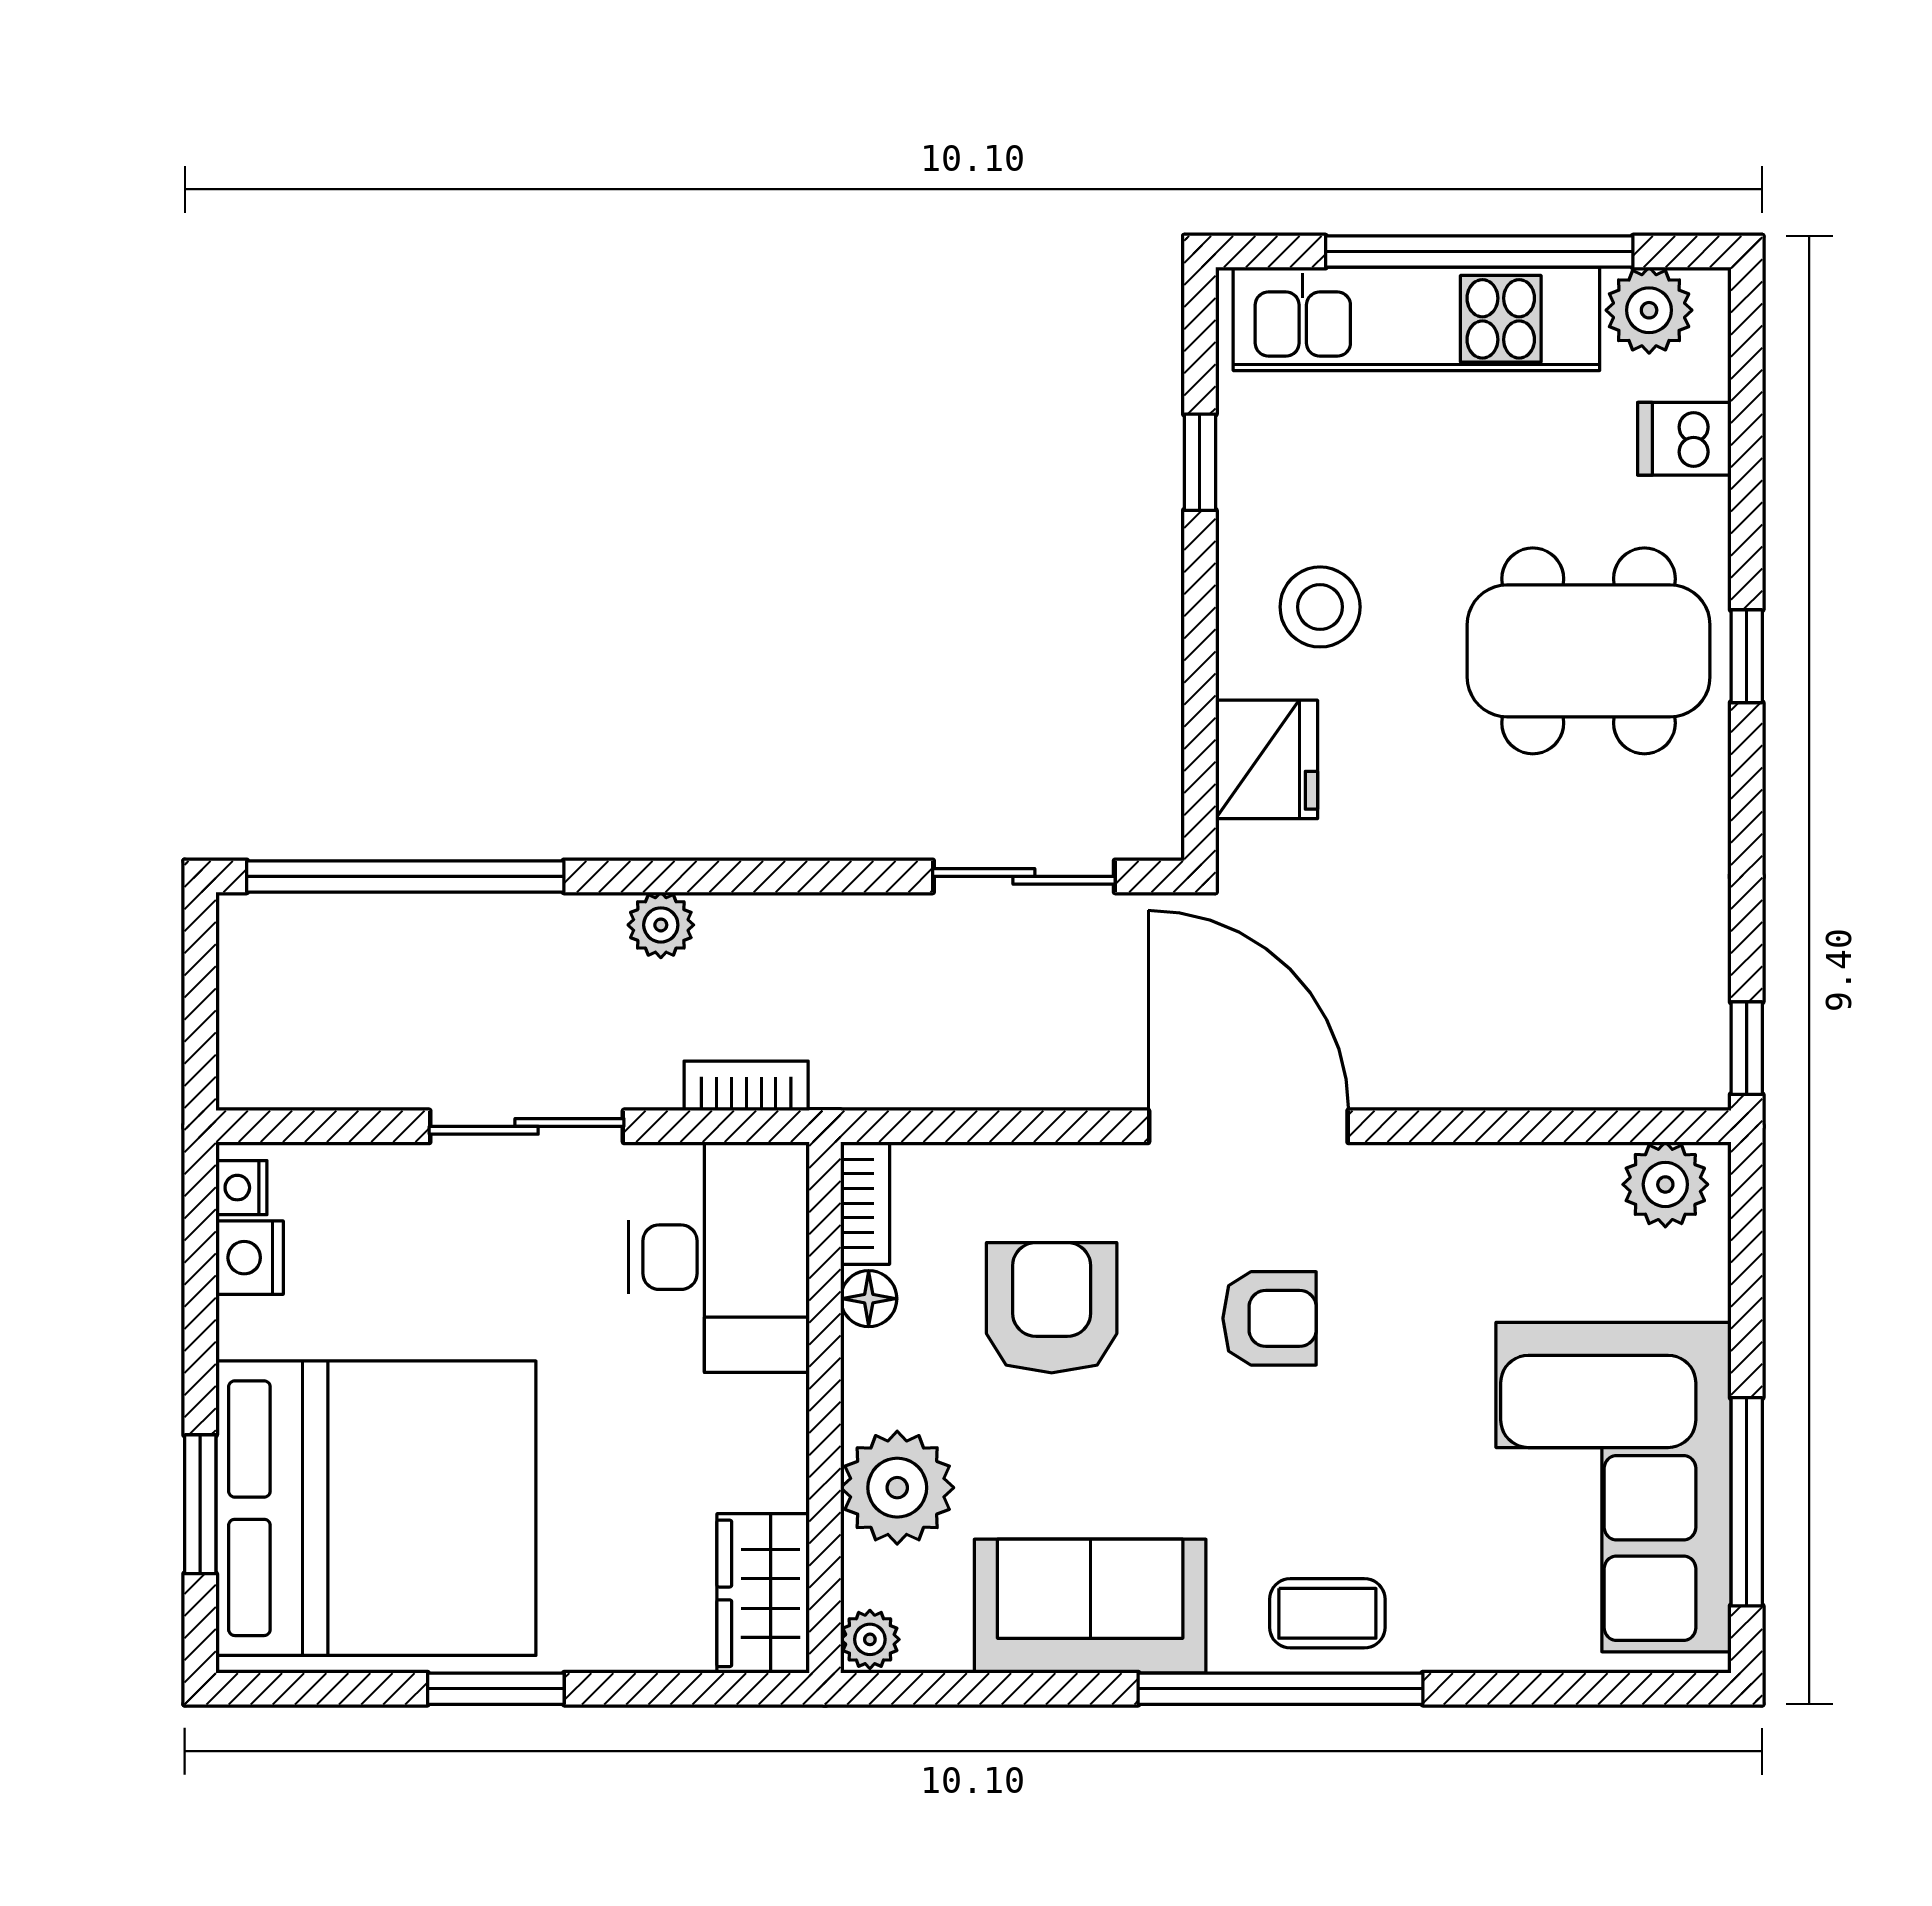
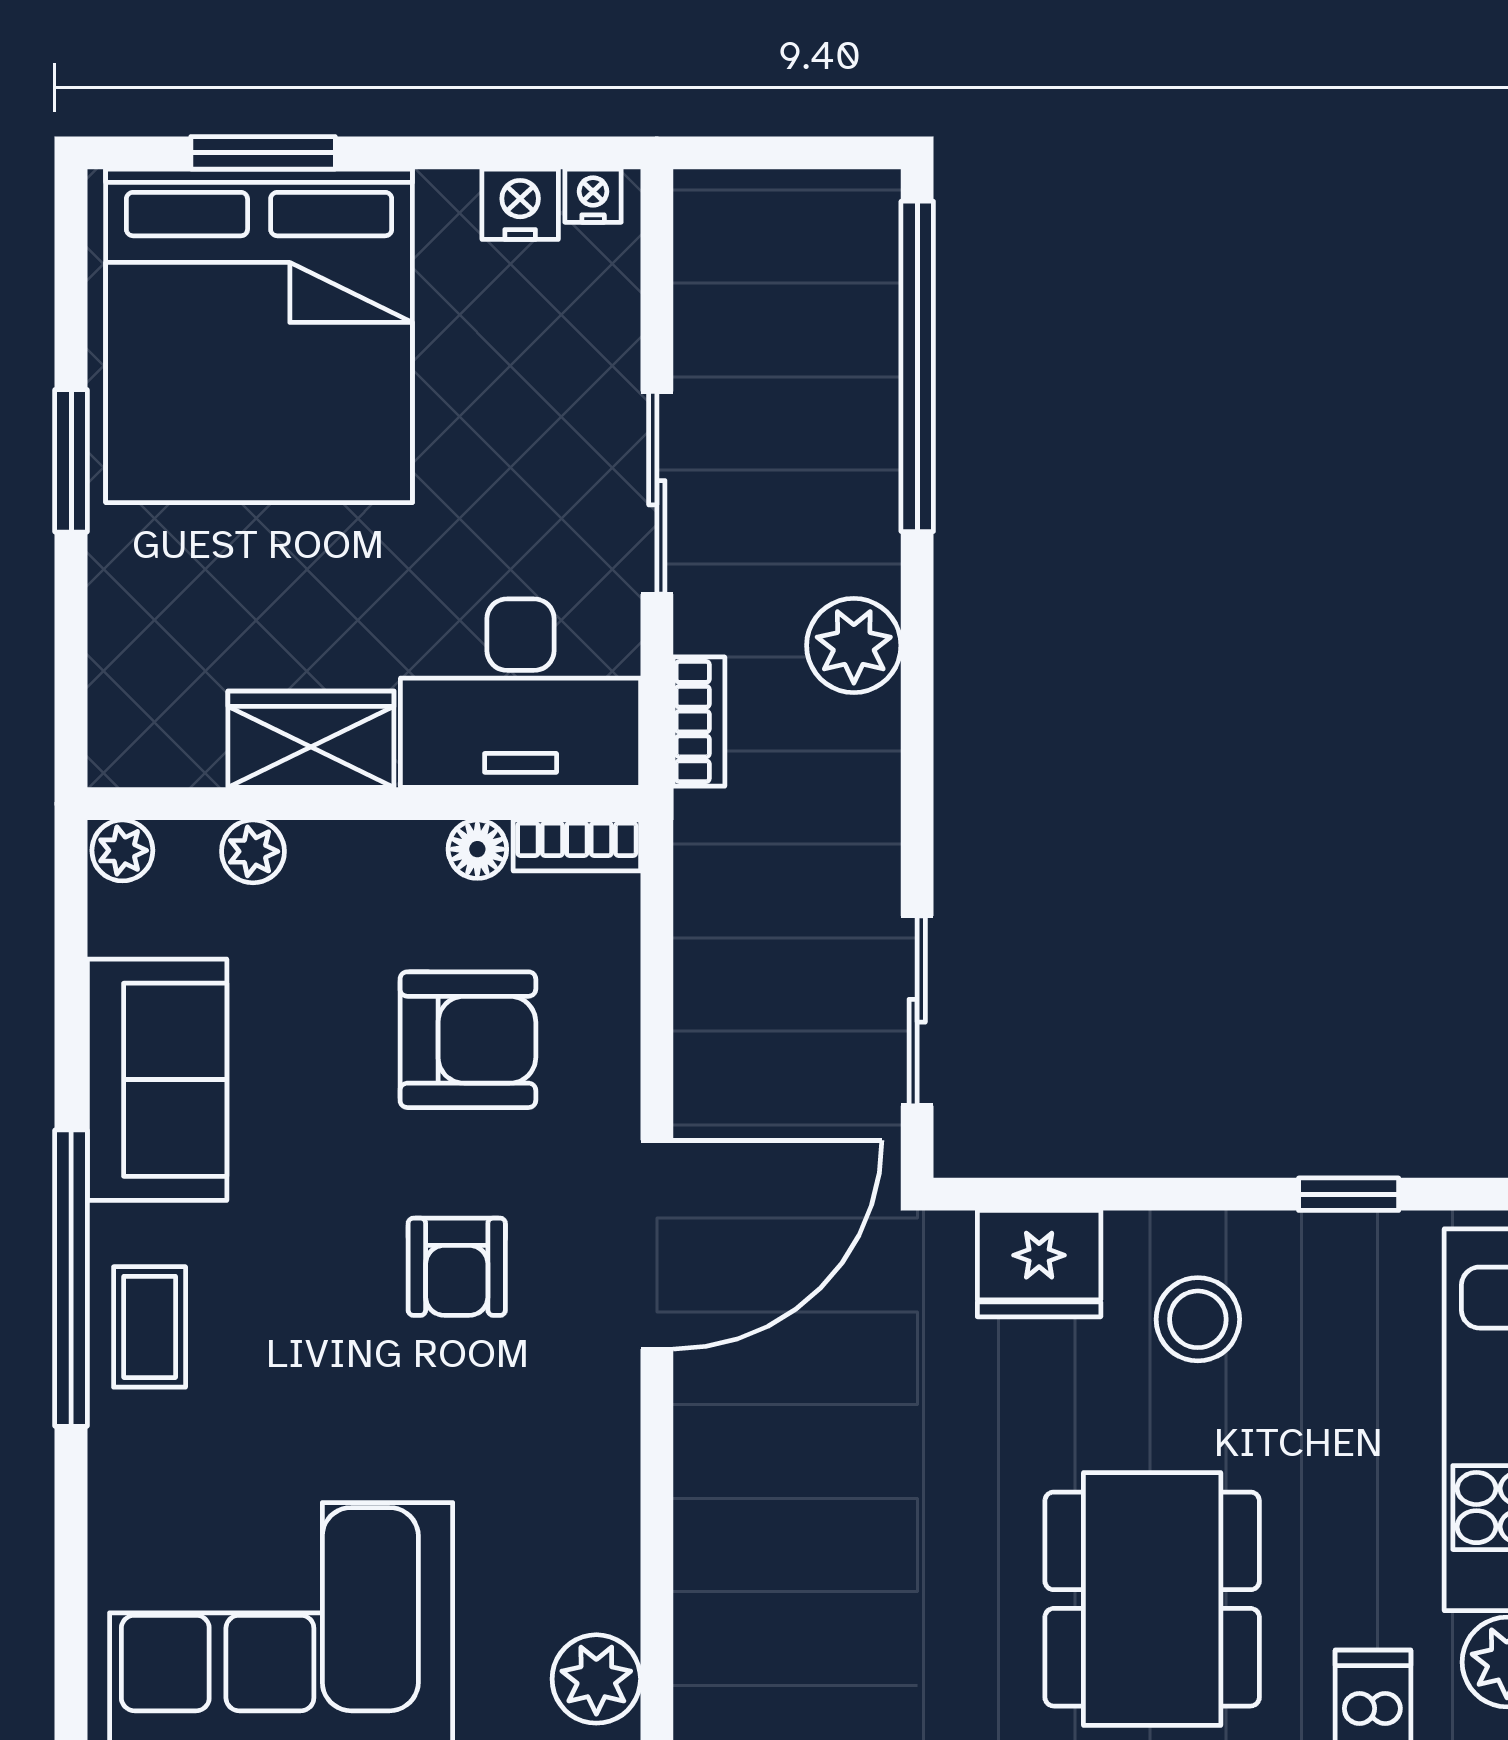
plant: (661, 925) -> (854, 645), width x1.38, depth x1.38
plant: (897, 1488) -> (253, 851), width x0.53, depth x0.53
wardrobe: (763, 1593) -> (311, 739), moved

